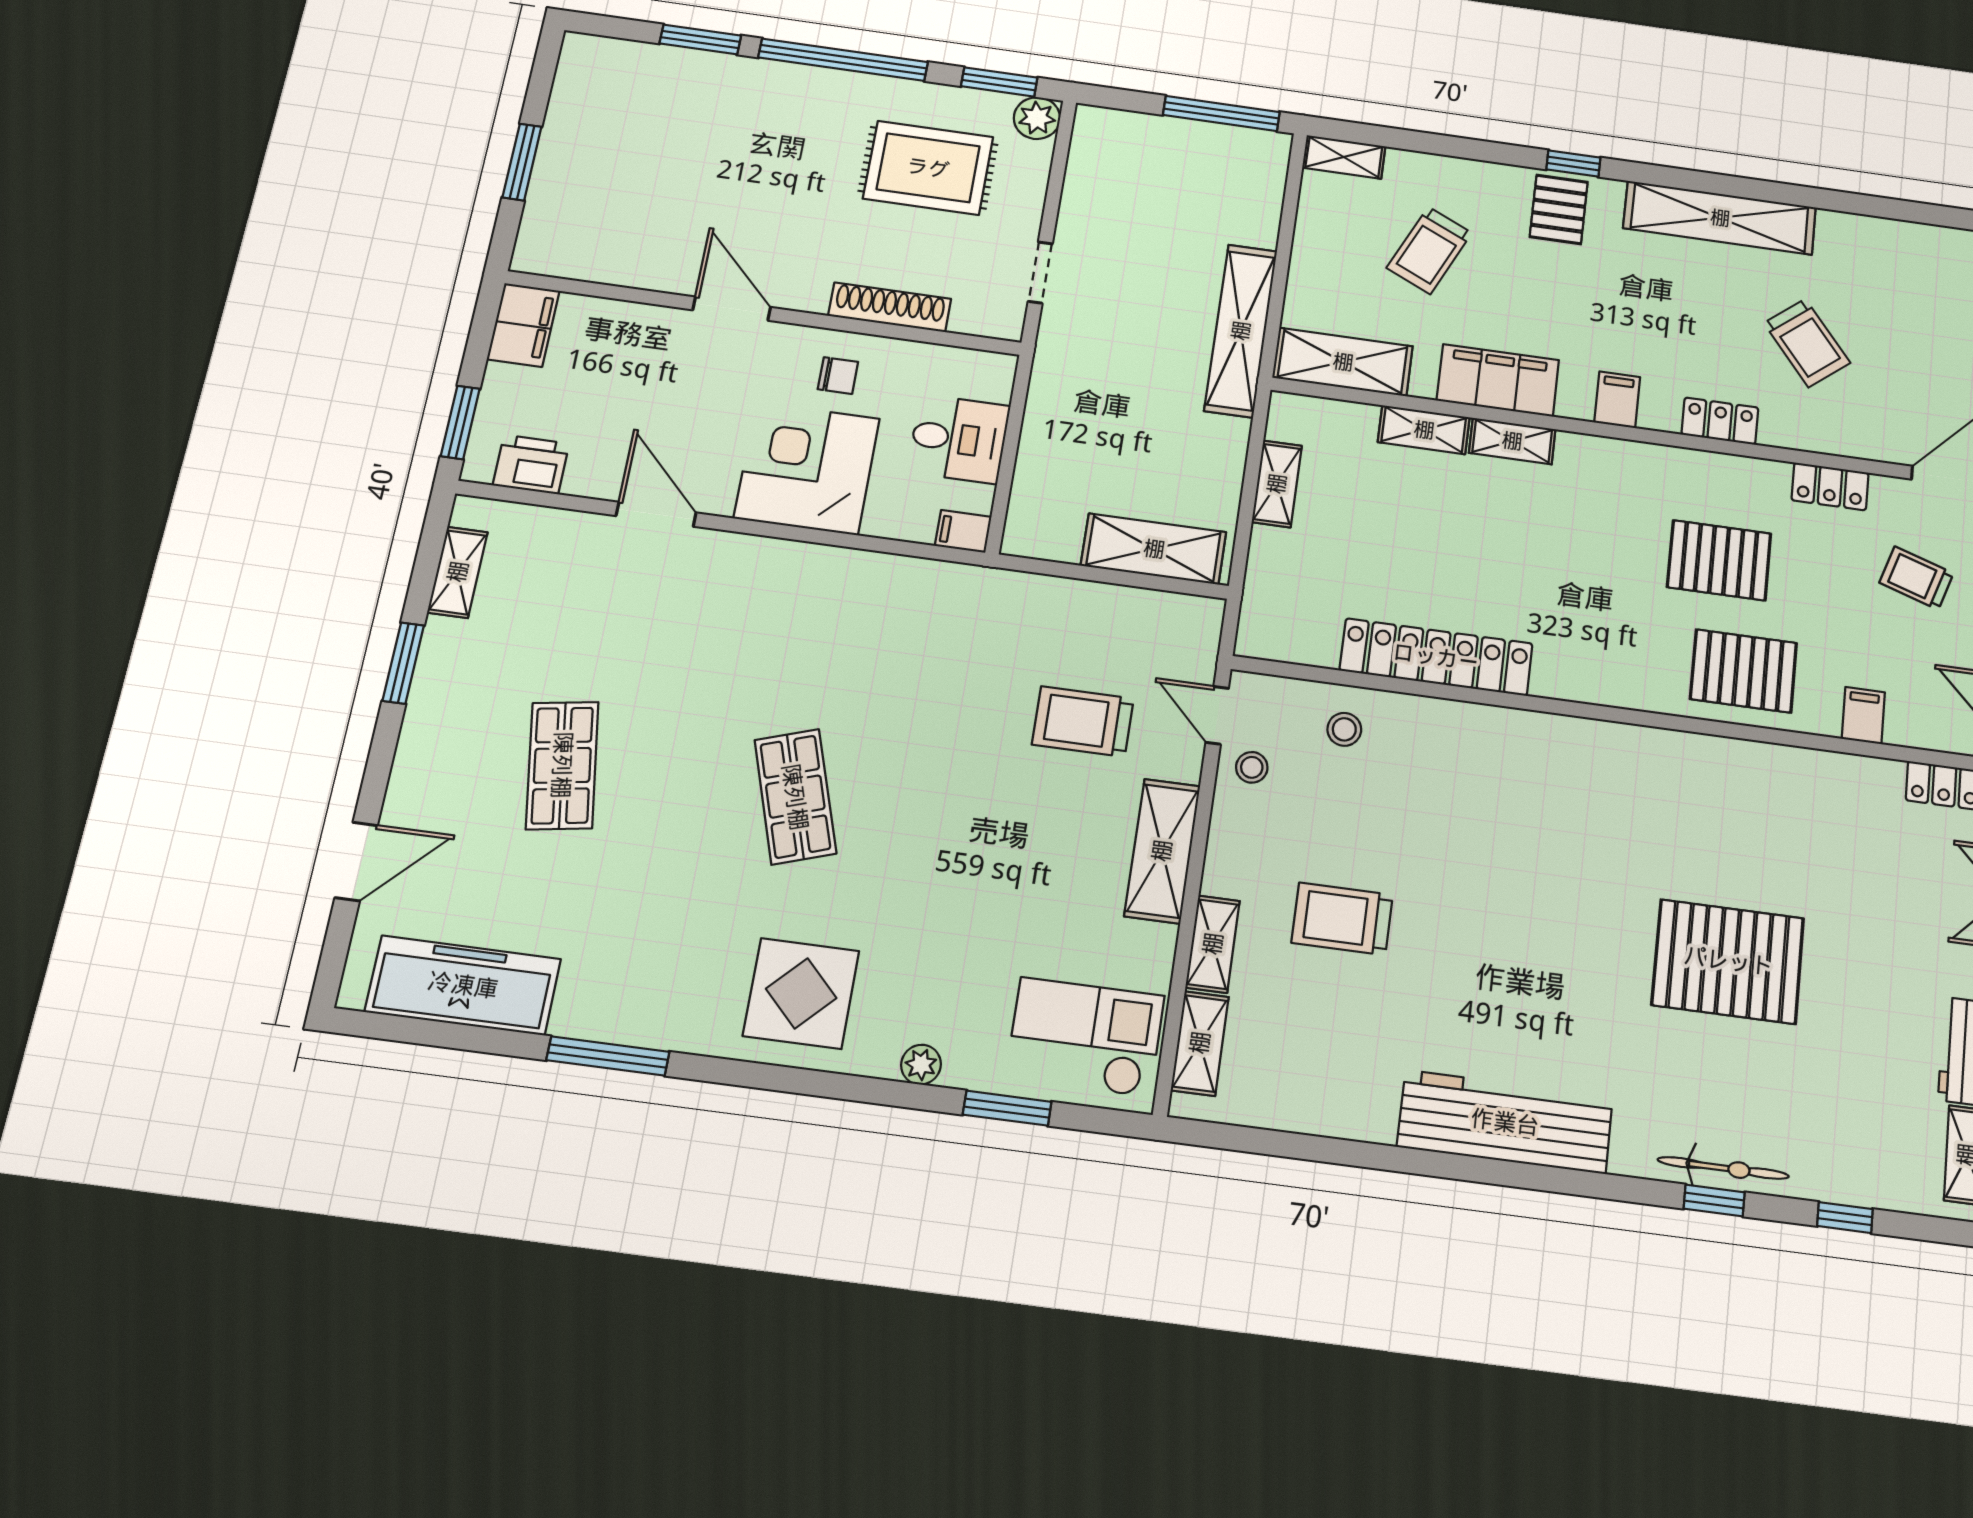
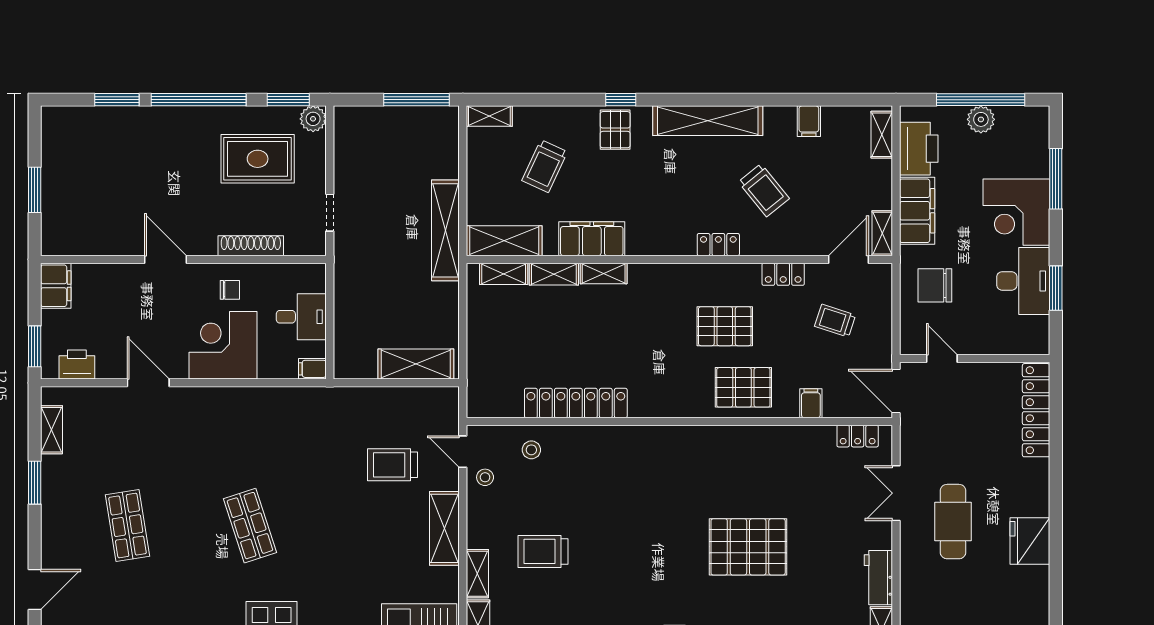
filing cabinet: (1617, 400) -> (809, 121), moved, turned 180
shelving: (1277, 484) -> (504, 274), moved, turned 90

